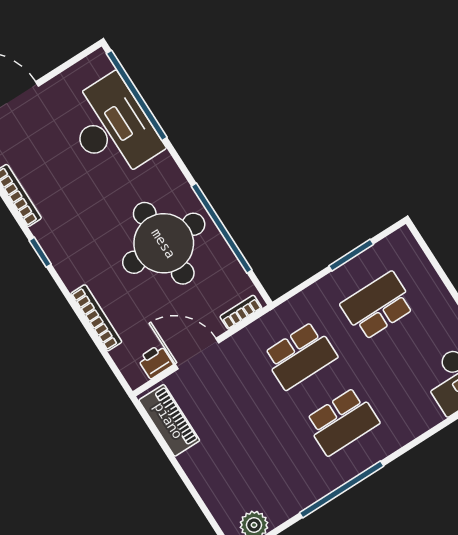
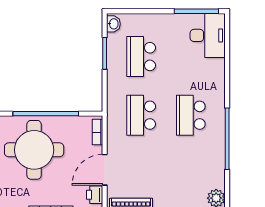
washbasin: (398, 242) -> (113, 24), added
school desk: (300, 356) -> (141, 115), turned 180
school desk: (342, 421) -> (191, 115), turned 180

